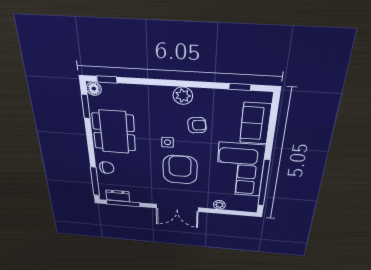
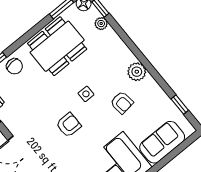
plant: (121, 89) -> (101, 24), added
armchair: (180, 170) -> (69, 125), width x0.53, depth x0.53

